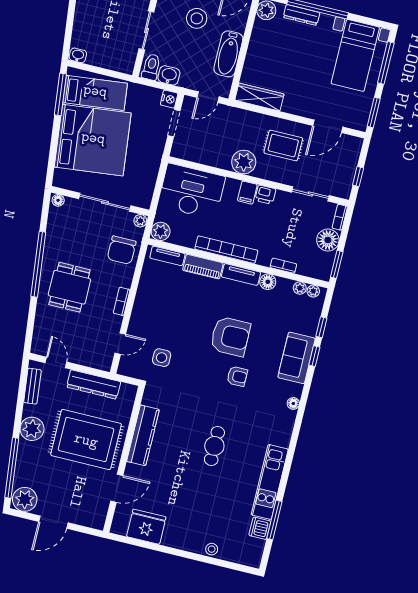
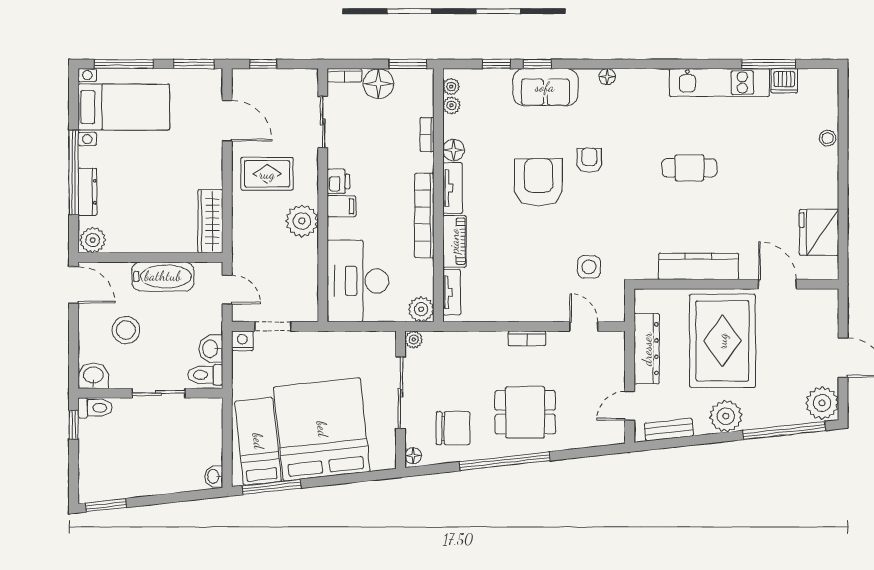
rug: (283, 145) -> (267, 174), turned 90
window: (358, 177) -> (263, 64), moved
chair: (122, 250) -> (453, 428), moved

